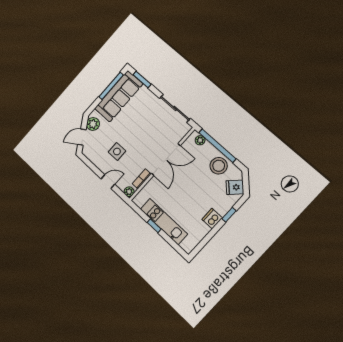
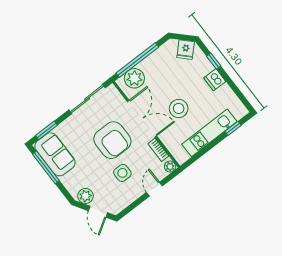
sofa: (119, 96) -> (55, 154), width x0.73
armchair: (143, 137) -> (112, 140), added
plant: (200, 140) -> (134, 78), width x1.88, depth x1.88
stool: (219, 166) -> (179, 108), moved
window: (154, 226) -> (233, 128), moved

